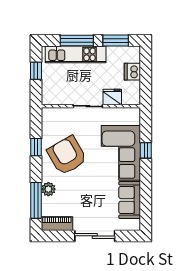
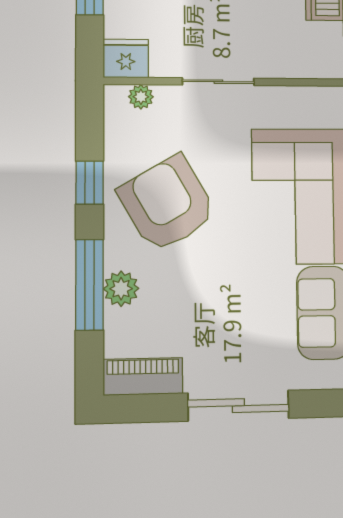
fridge: (112, 97) -> (126, 58), moved
plant: (57, 112) -> (141, 97), added
window: (36, 200) -> (89, 285), moved

